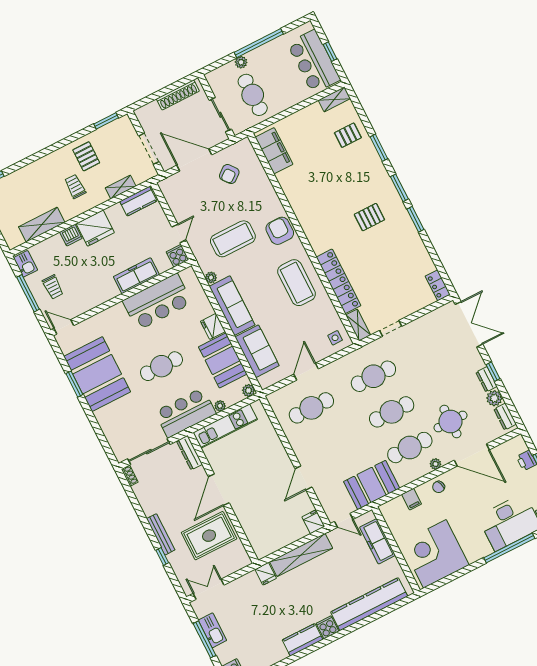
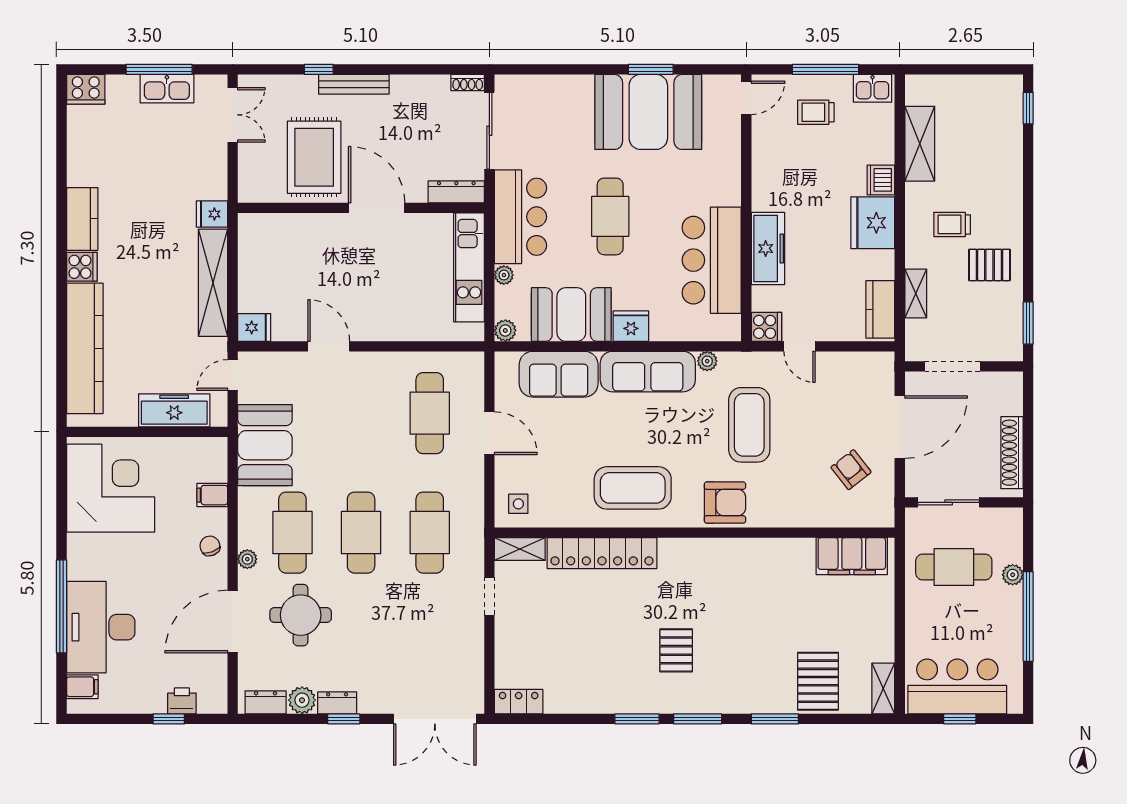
pallet: (348, 135) -> (818, 681), width x1.50, depth x1.42
trolley: (75, 186) -> (952, 224), turned 180

